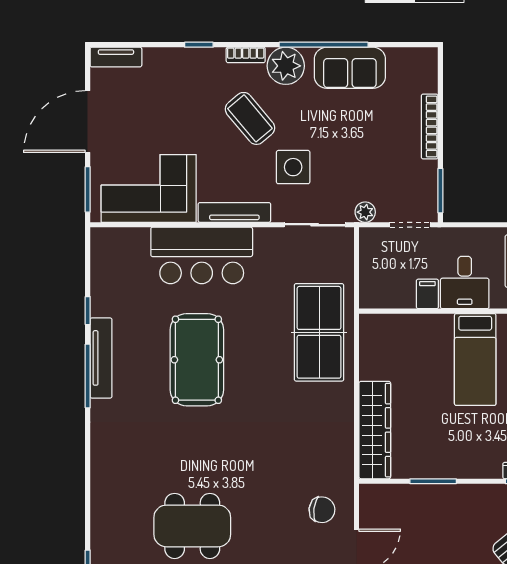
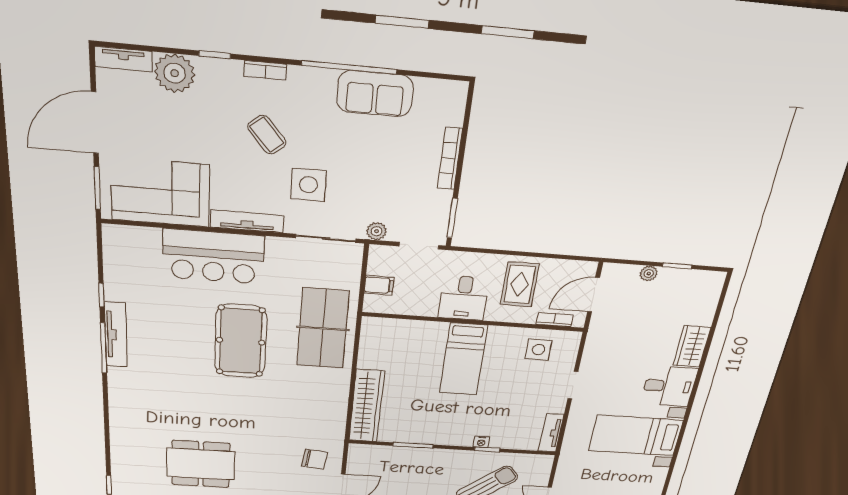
plant: (286, 66) -> (175, 73), moved
coffee table: (250, 118) -> (267, 135), width x0.73, depth x0.77
filing cabinet: (427, 294) -> (379, 285), moved, turned 90
pool table: (197, 360) -> (241, 341), moved

